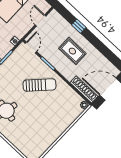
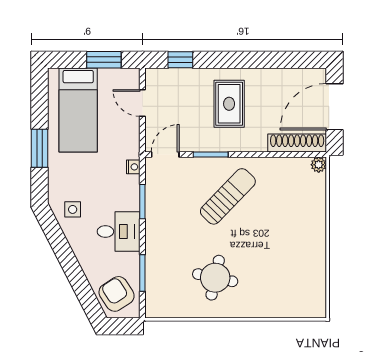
window: (79, 26) -> (180, 60), moved
door: (31, 48) -> (165, 154), hinge flipped
rug: (72, 51) -> (229, 104), turned 90

